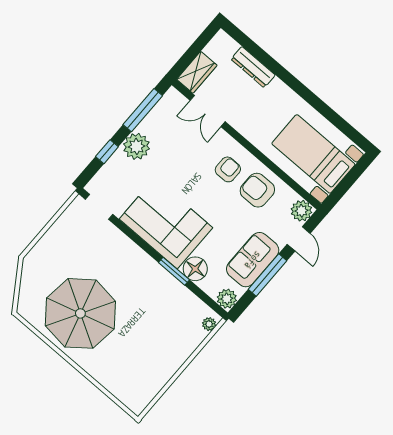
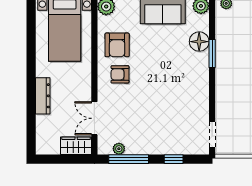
dresser: (253, 67) -> (43, 96), moved
double door: (208, 111) -> (94, 118), swing flipped
plant: (136, 146) -> (119, 149), moved, width x0.53, depth x0.53
corner sofa: (166, 223) -> (187, 84), removed

